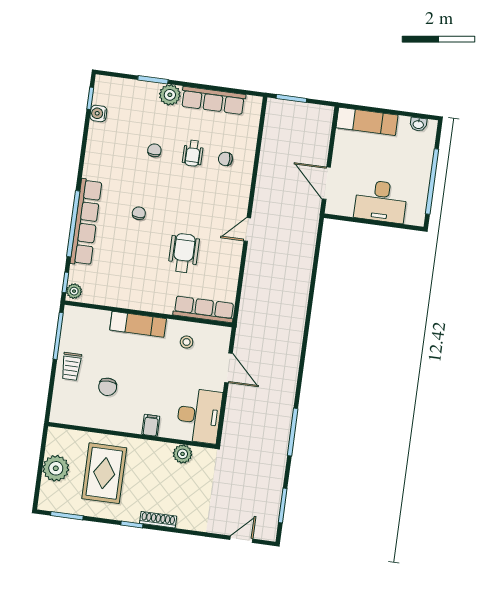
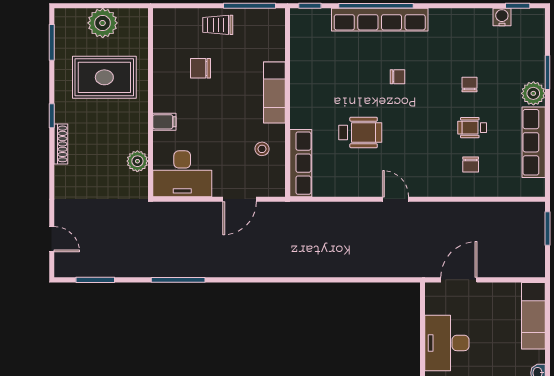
chair: (154, 150) -> (469, 85), turned -90
chair: (225, 159) -> (471, 165), turned 180
plant: (74, 291) -> (302, 17), removed

